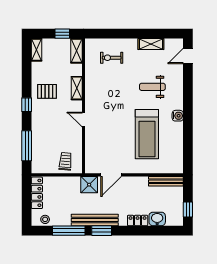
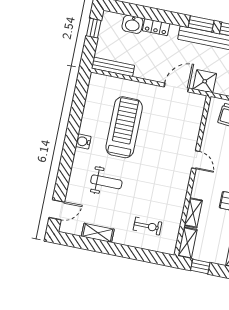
shelving: (77, 88) -> (193, 213), moved

